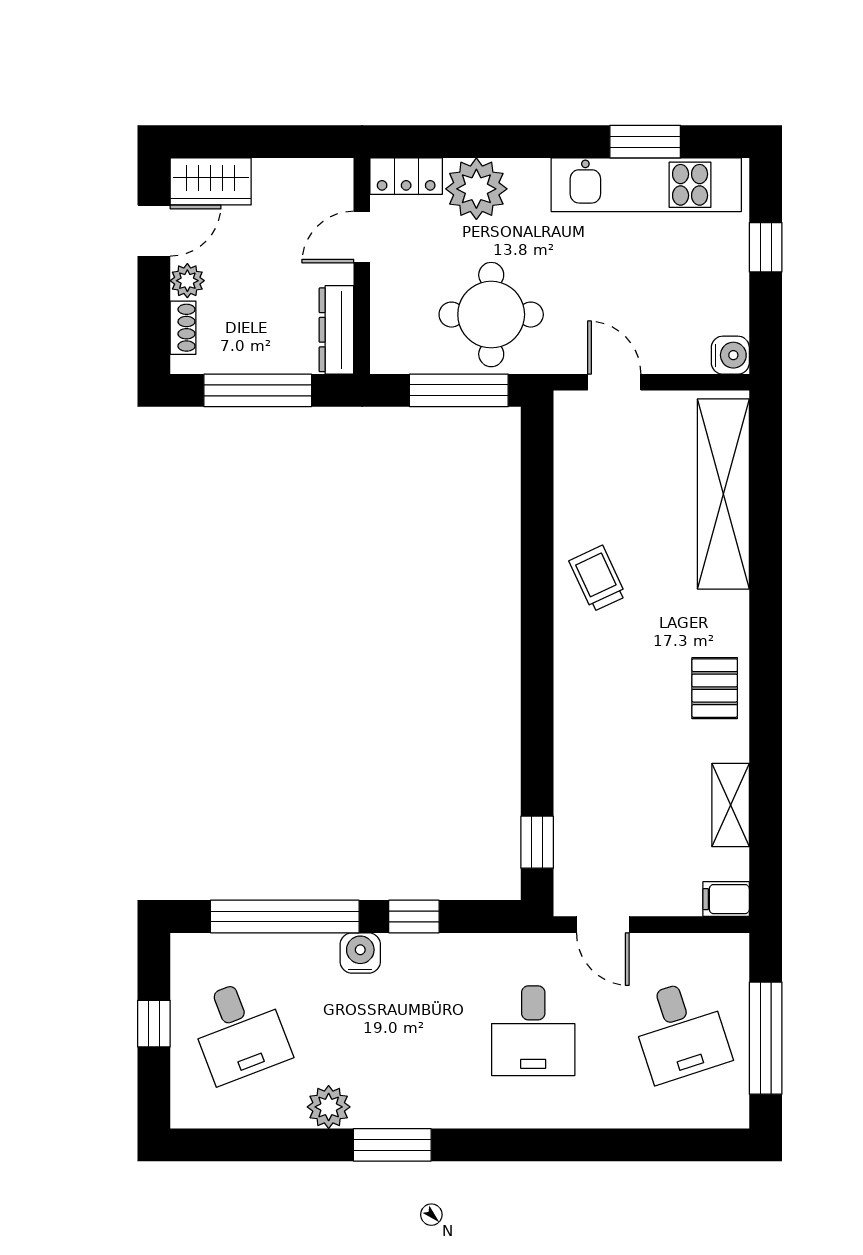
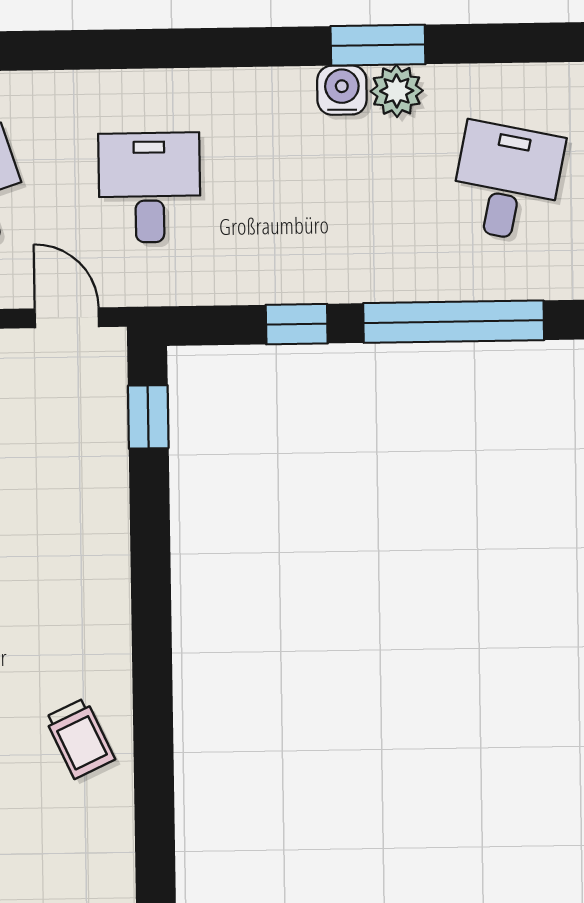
water cooler: (360, 953) -> (342, 90), moved, turned 180
desk: (239, 1031) -> (507, 182), turned 33
window: (392, 1145) -> (378, 45), moved

